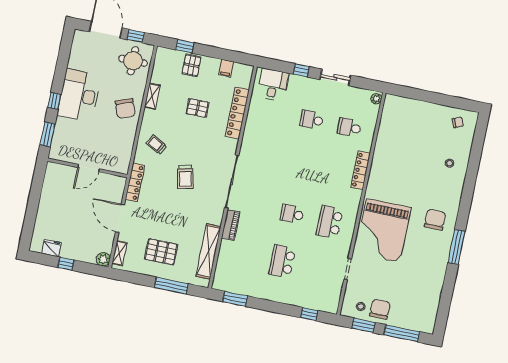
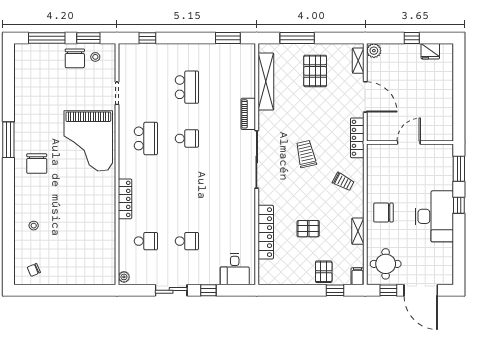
filing cabinet: (226, 68) -> (357, 276), moved
chair: (125, 108) -> (383, 213), turned -70
grand piano: (383, 231) -> (88, 141), turned 180
pallet: (161, 252) -> (315, 71), turned 90

